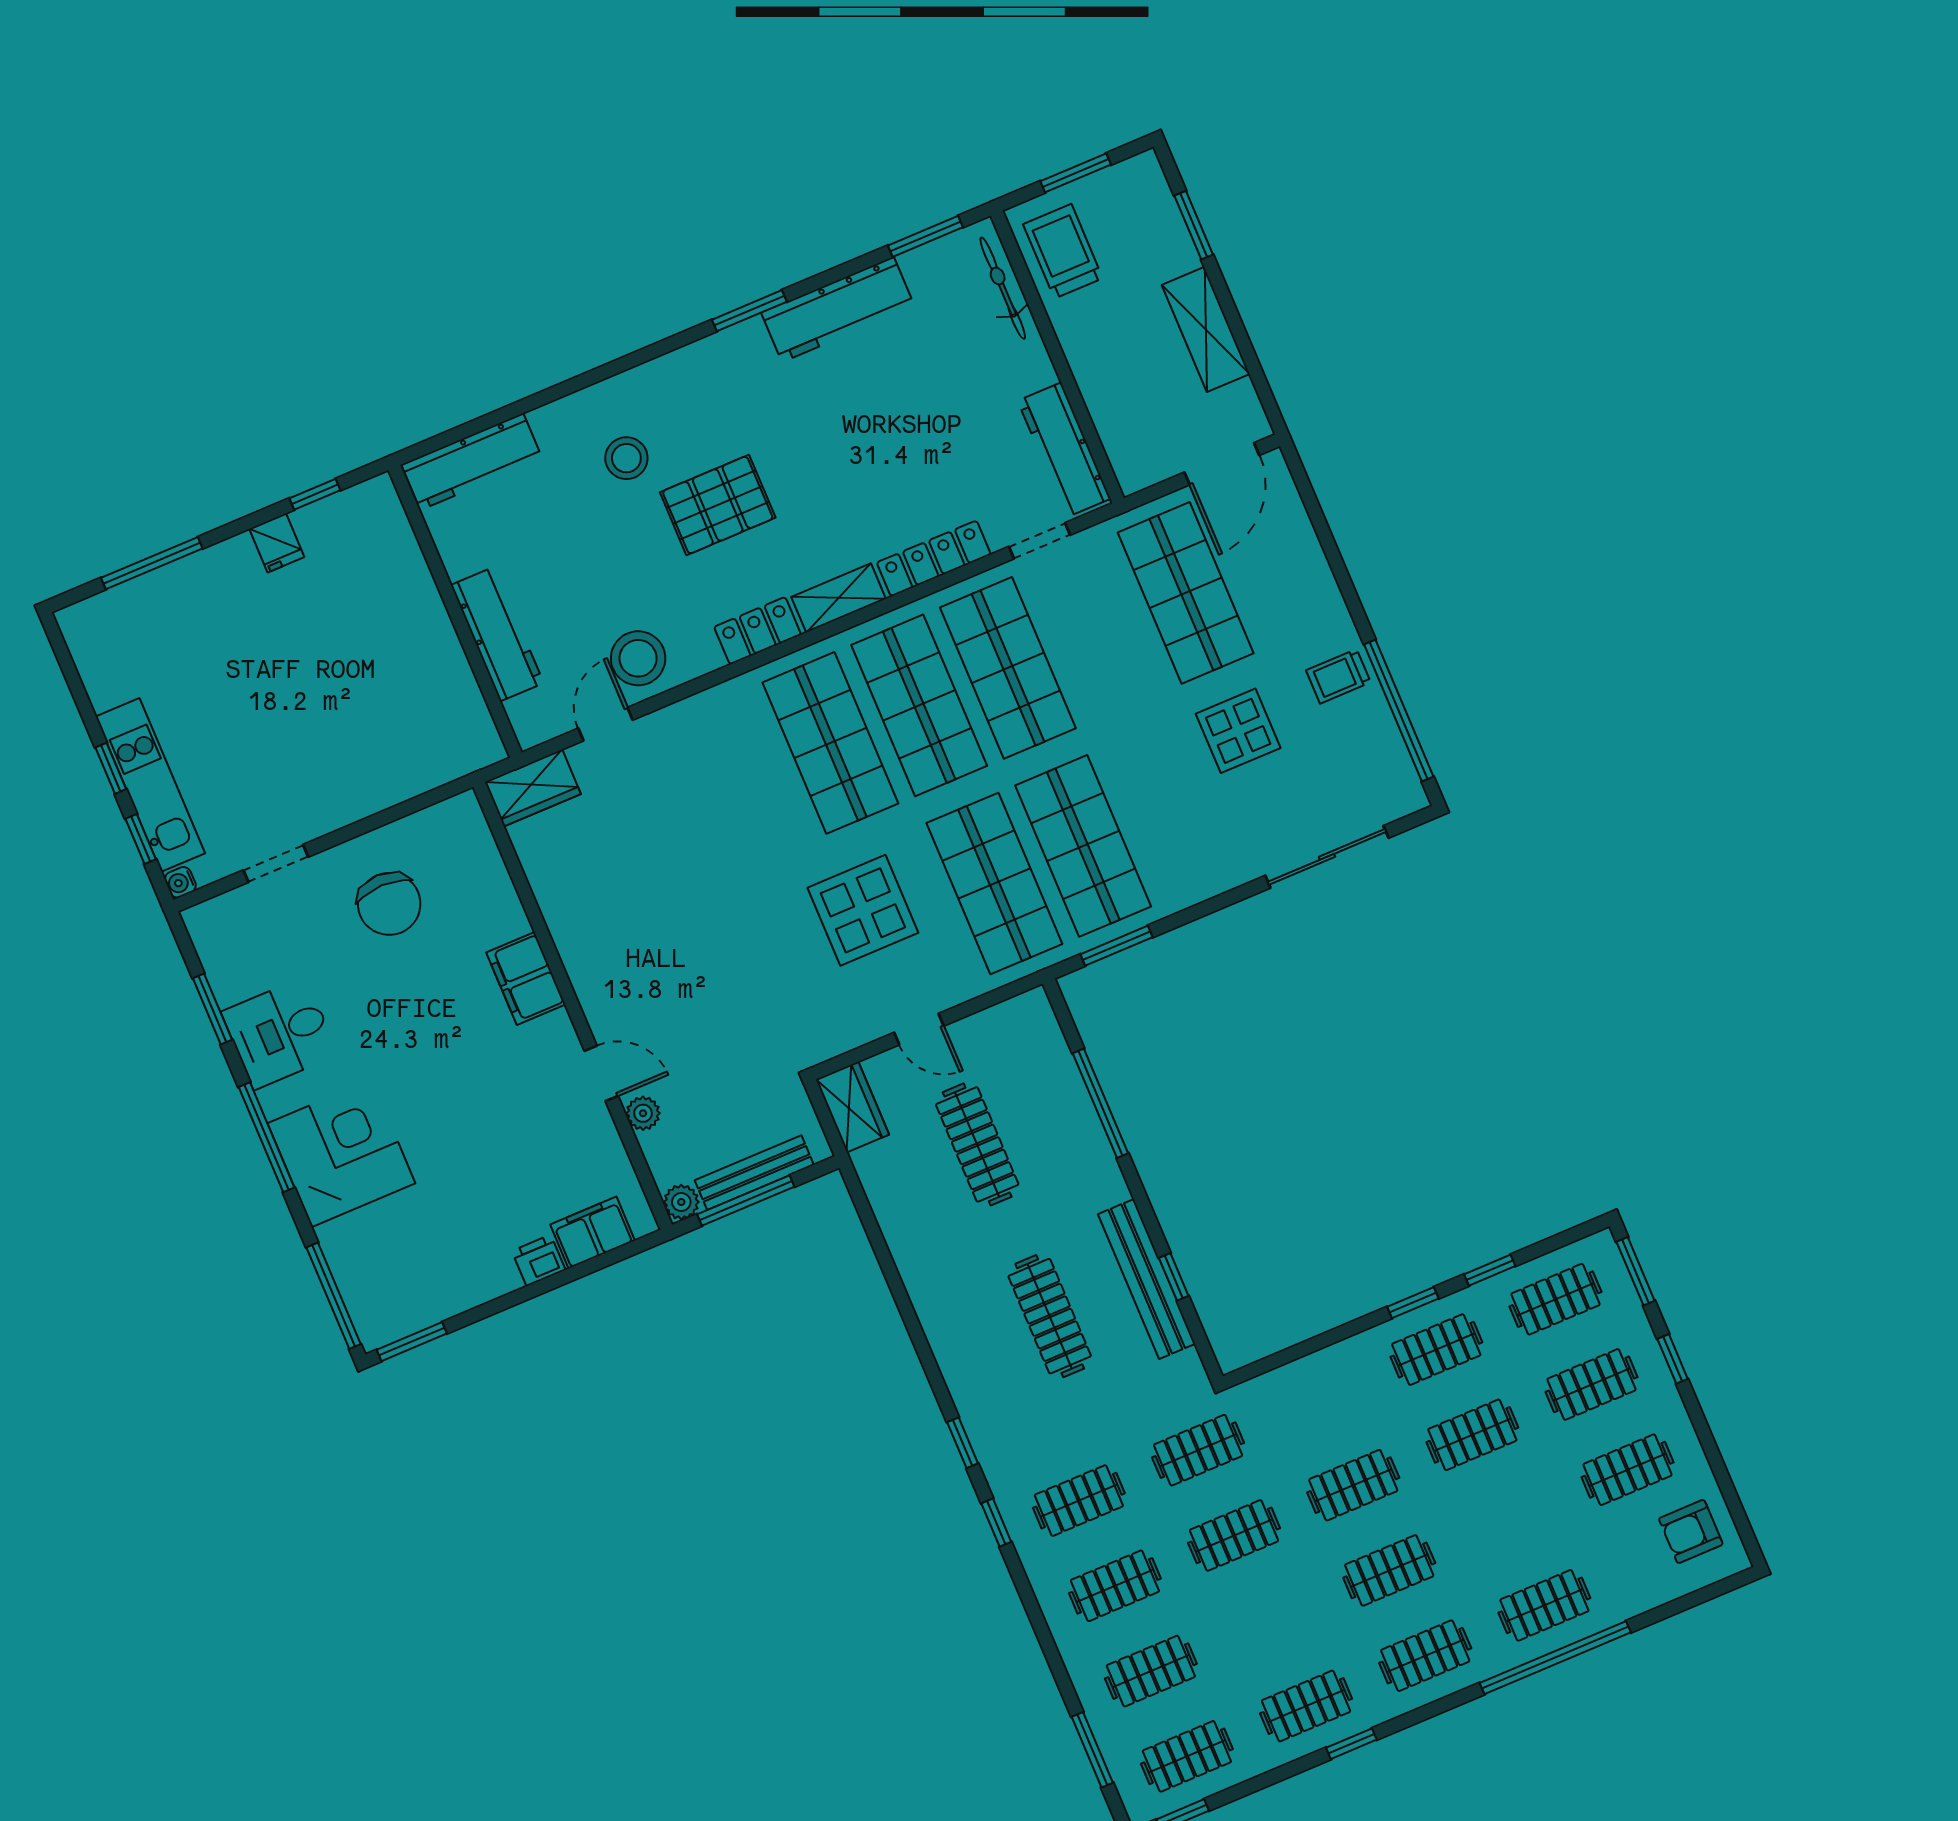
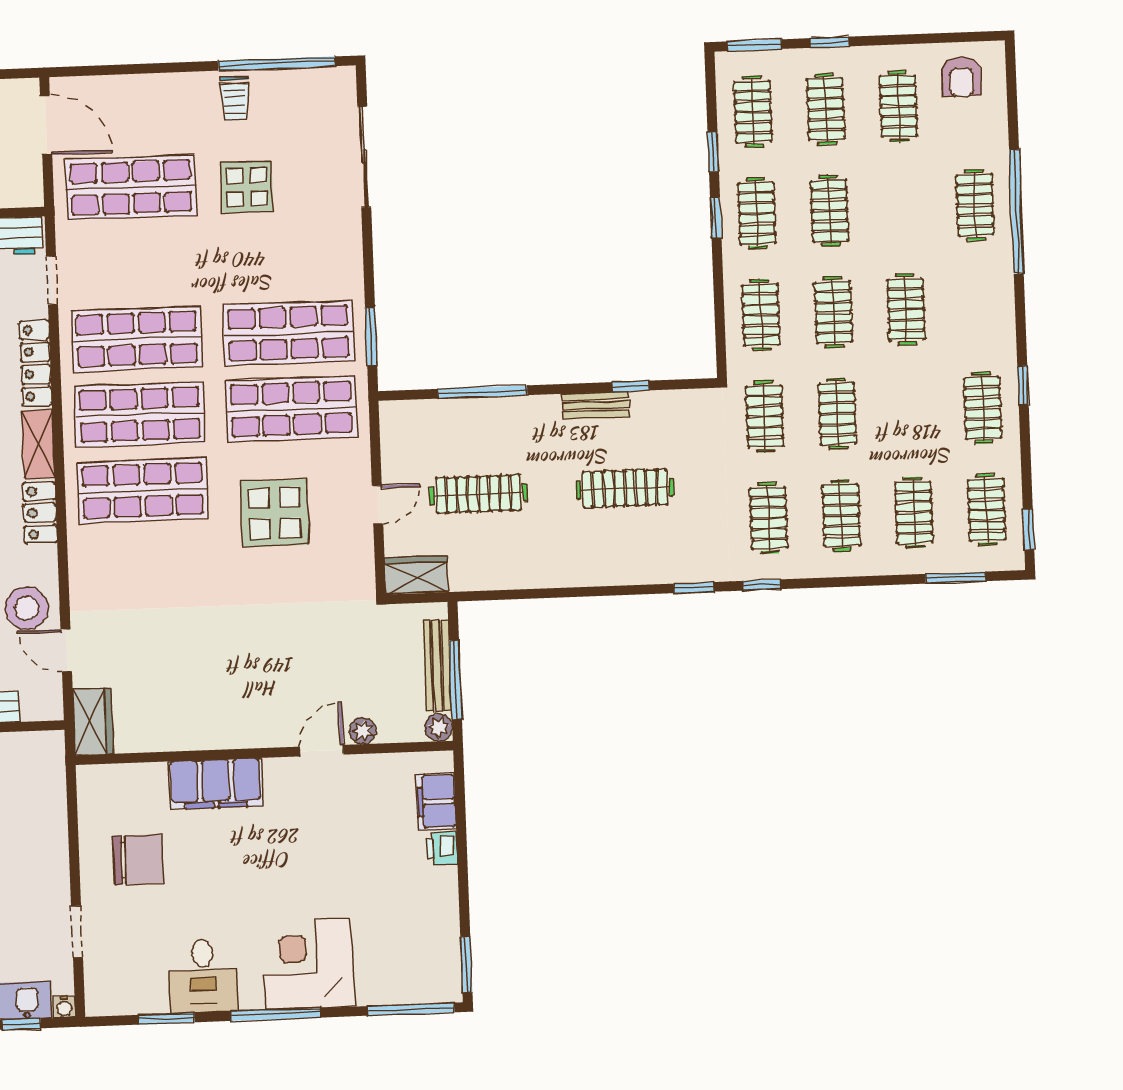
filing cabinet: (526, 978) -> (216, 784), width x1.50, depth x1.17
bench: (1147, 1279) -> (596, 405), width x0.54, depth x0.82
clothes rail: (1425, 1656) -> (761, 315), moved

